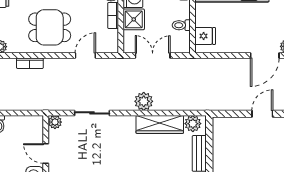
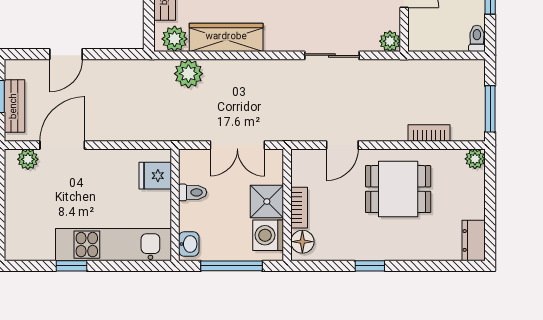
plant: (144, 101) -> (188, 74), moved

